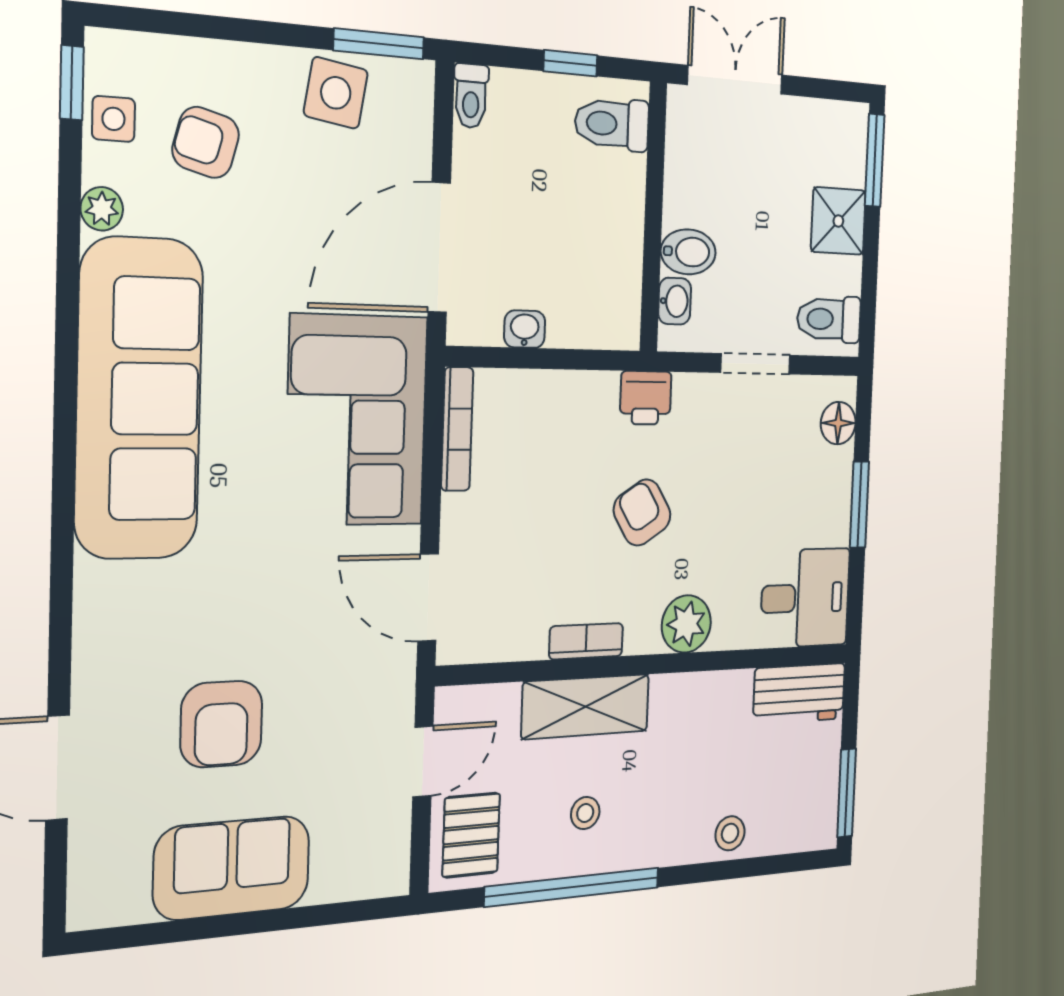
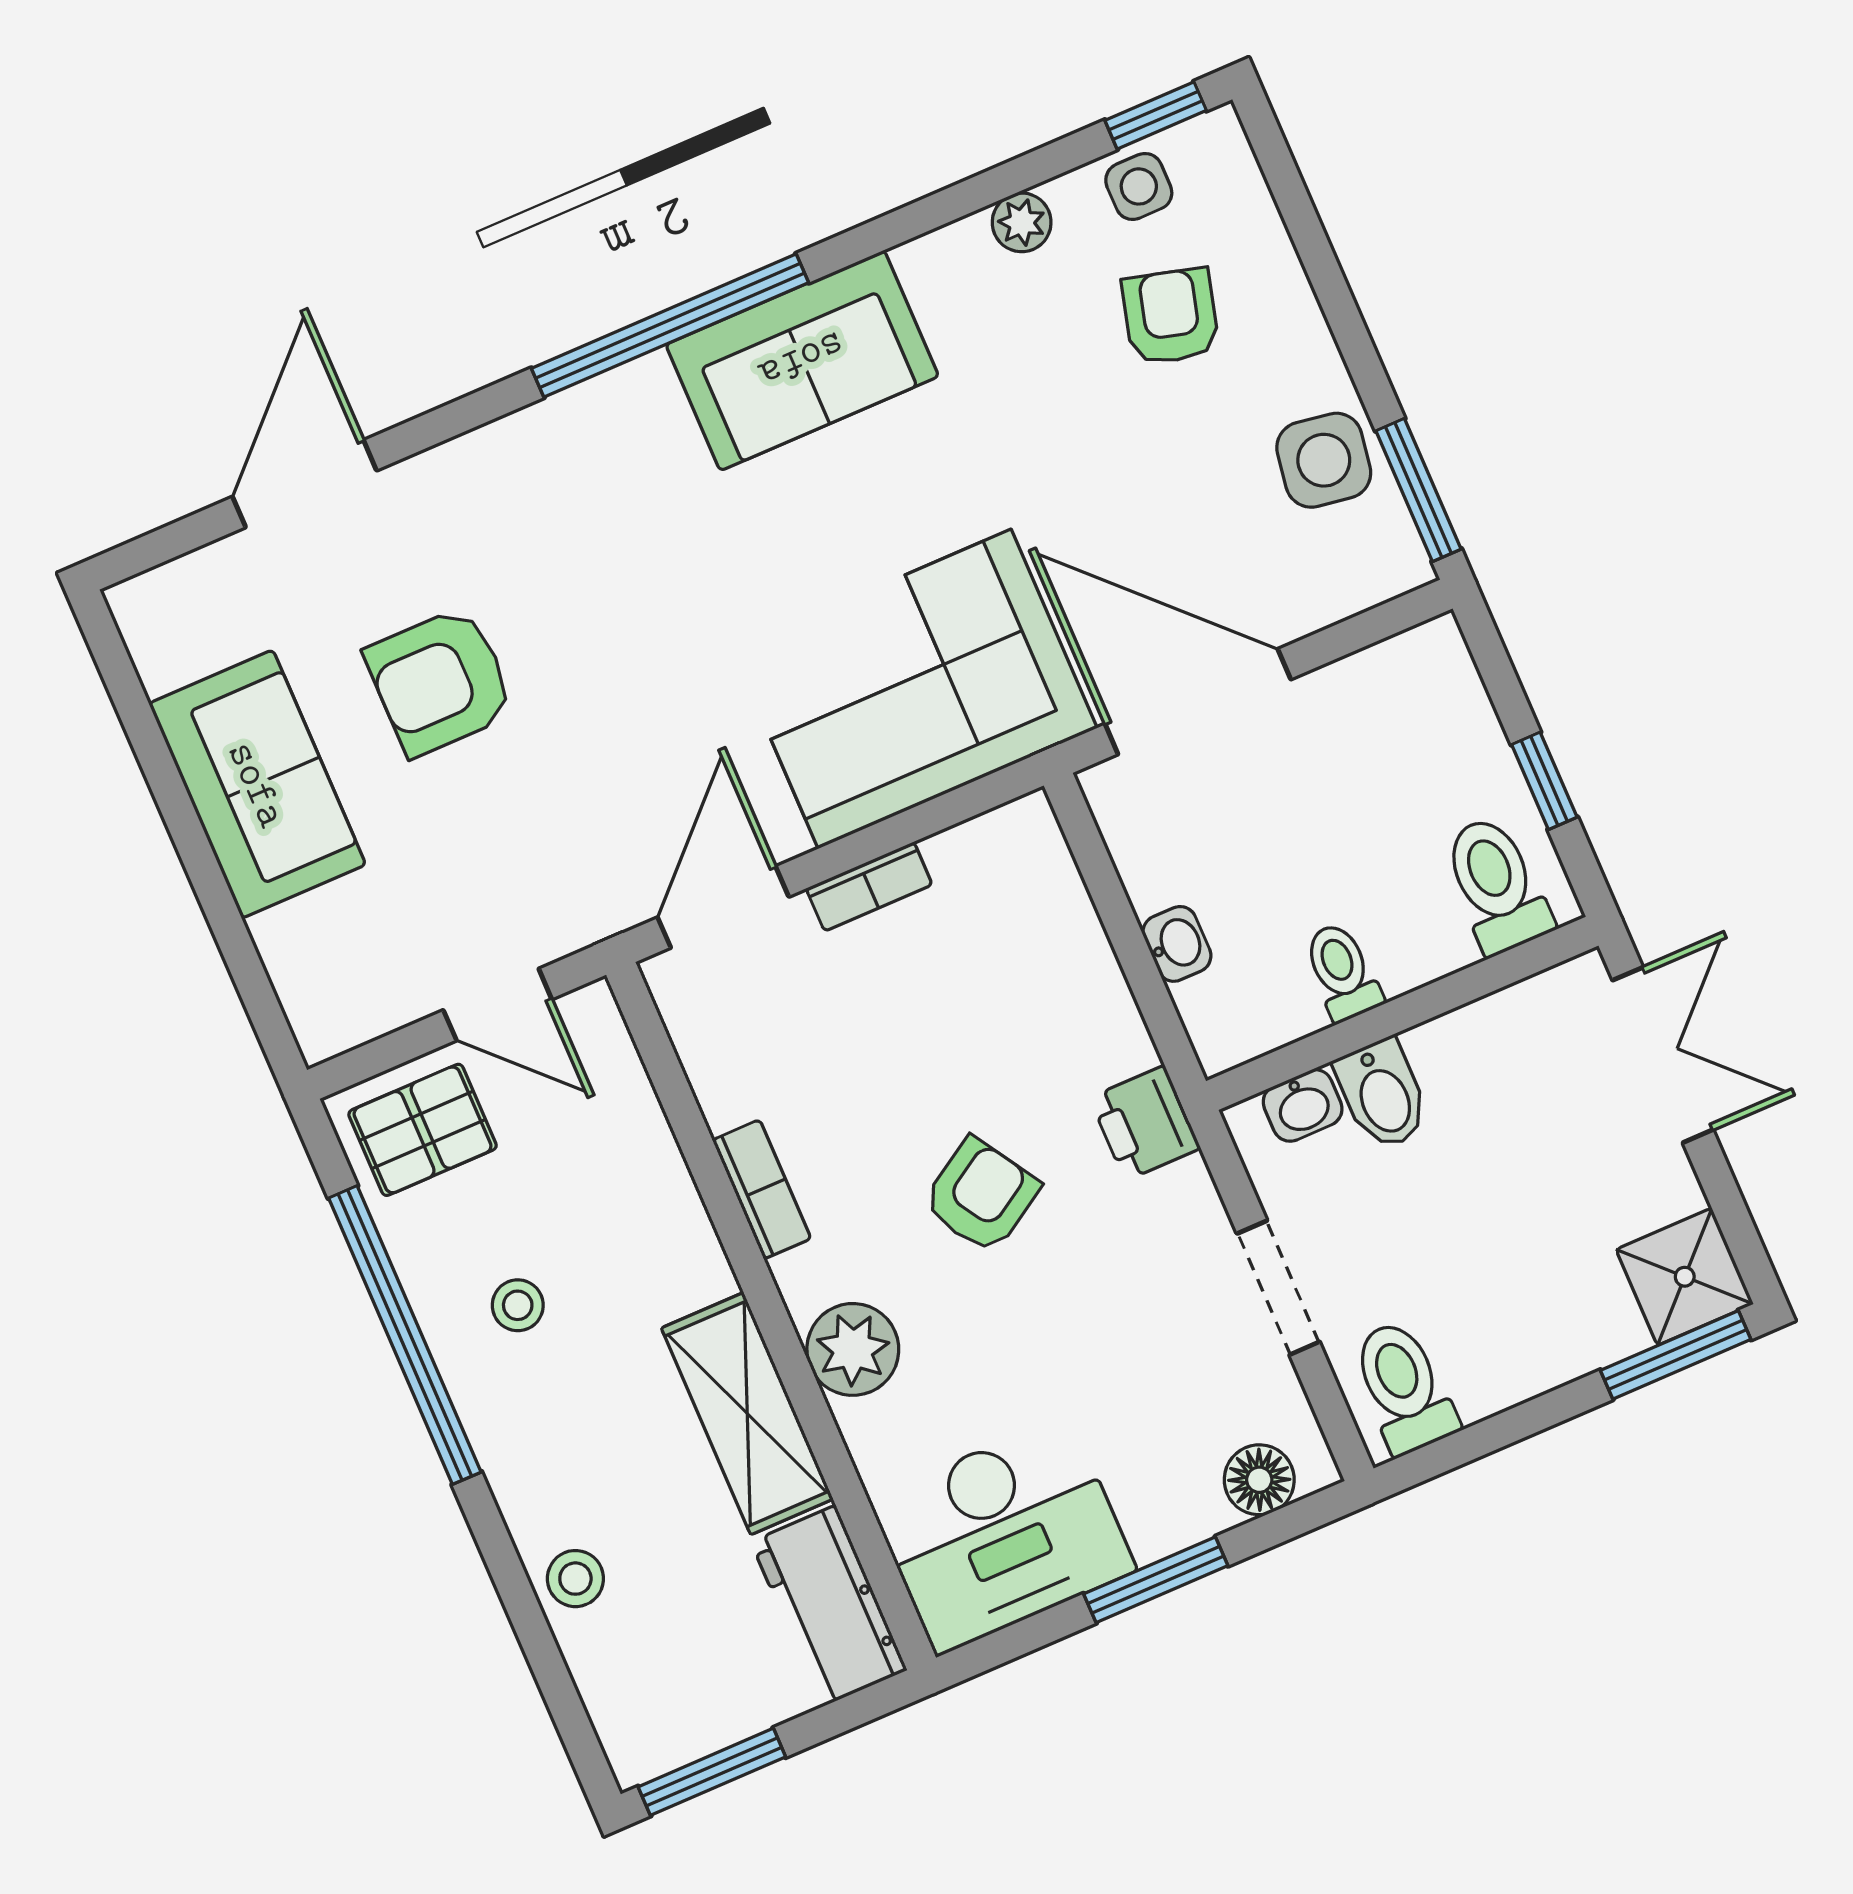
toilet: (471, 96) -> (1342, 972), moved, turned 90
shower: (838, 221) -> (1685, 1277), moved
washbasin: (525, 329) -> (1177, 944), moved
sofa: (139, 399) -> (802, 360), width x0.54, depth x0.79
bookcase: (457, 429) -> (869, 887), moved, width x0.64
window: (64, 477) -> (670, 326), added
desk: (805, 598) -> (1003, 1535), width x1.37
shelving: (586, 707) -> (747, 1414), moved

